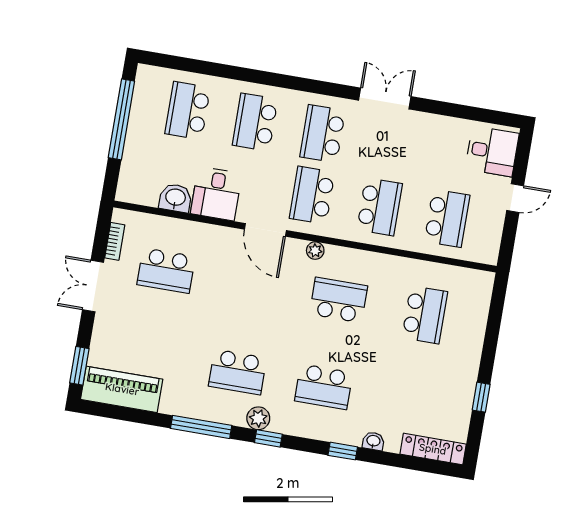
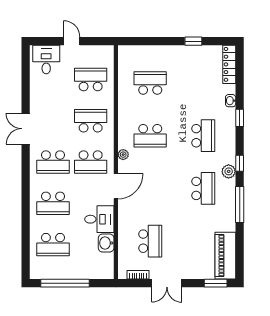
school desk: (339, 300) -> (150, 136), turned -90

